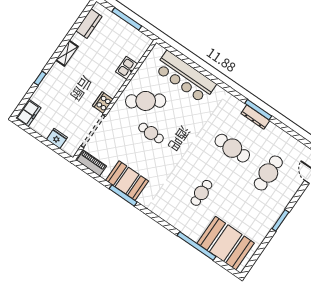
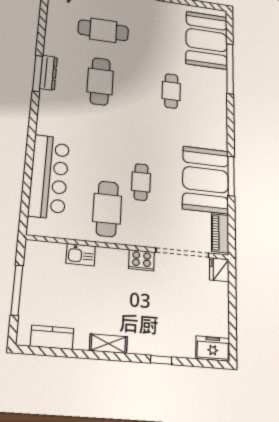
cafe table: (146, 101) -> (107, 209), turned 36
fridge: (57, 138) -> (219, 270), moved
booth: (127, 181) -> (206, 180), width x1.36, depth x1.42
cafe table: (201, 193) -> (171, 91), turned 90

